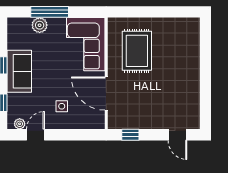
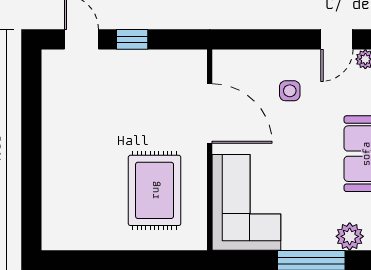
plant: (40, 25) -> (350, 236), moved
window: (130, 135) -> (132, 39), moved

